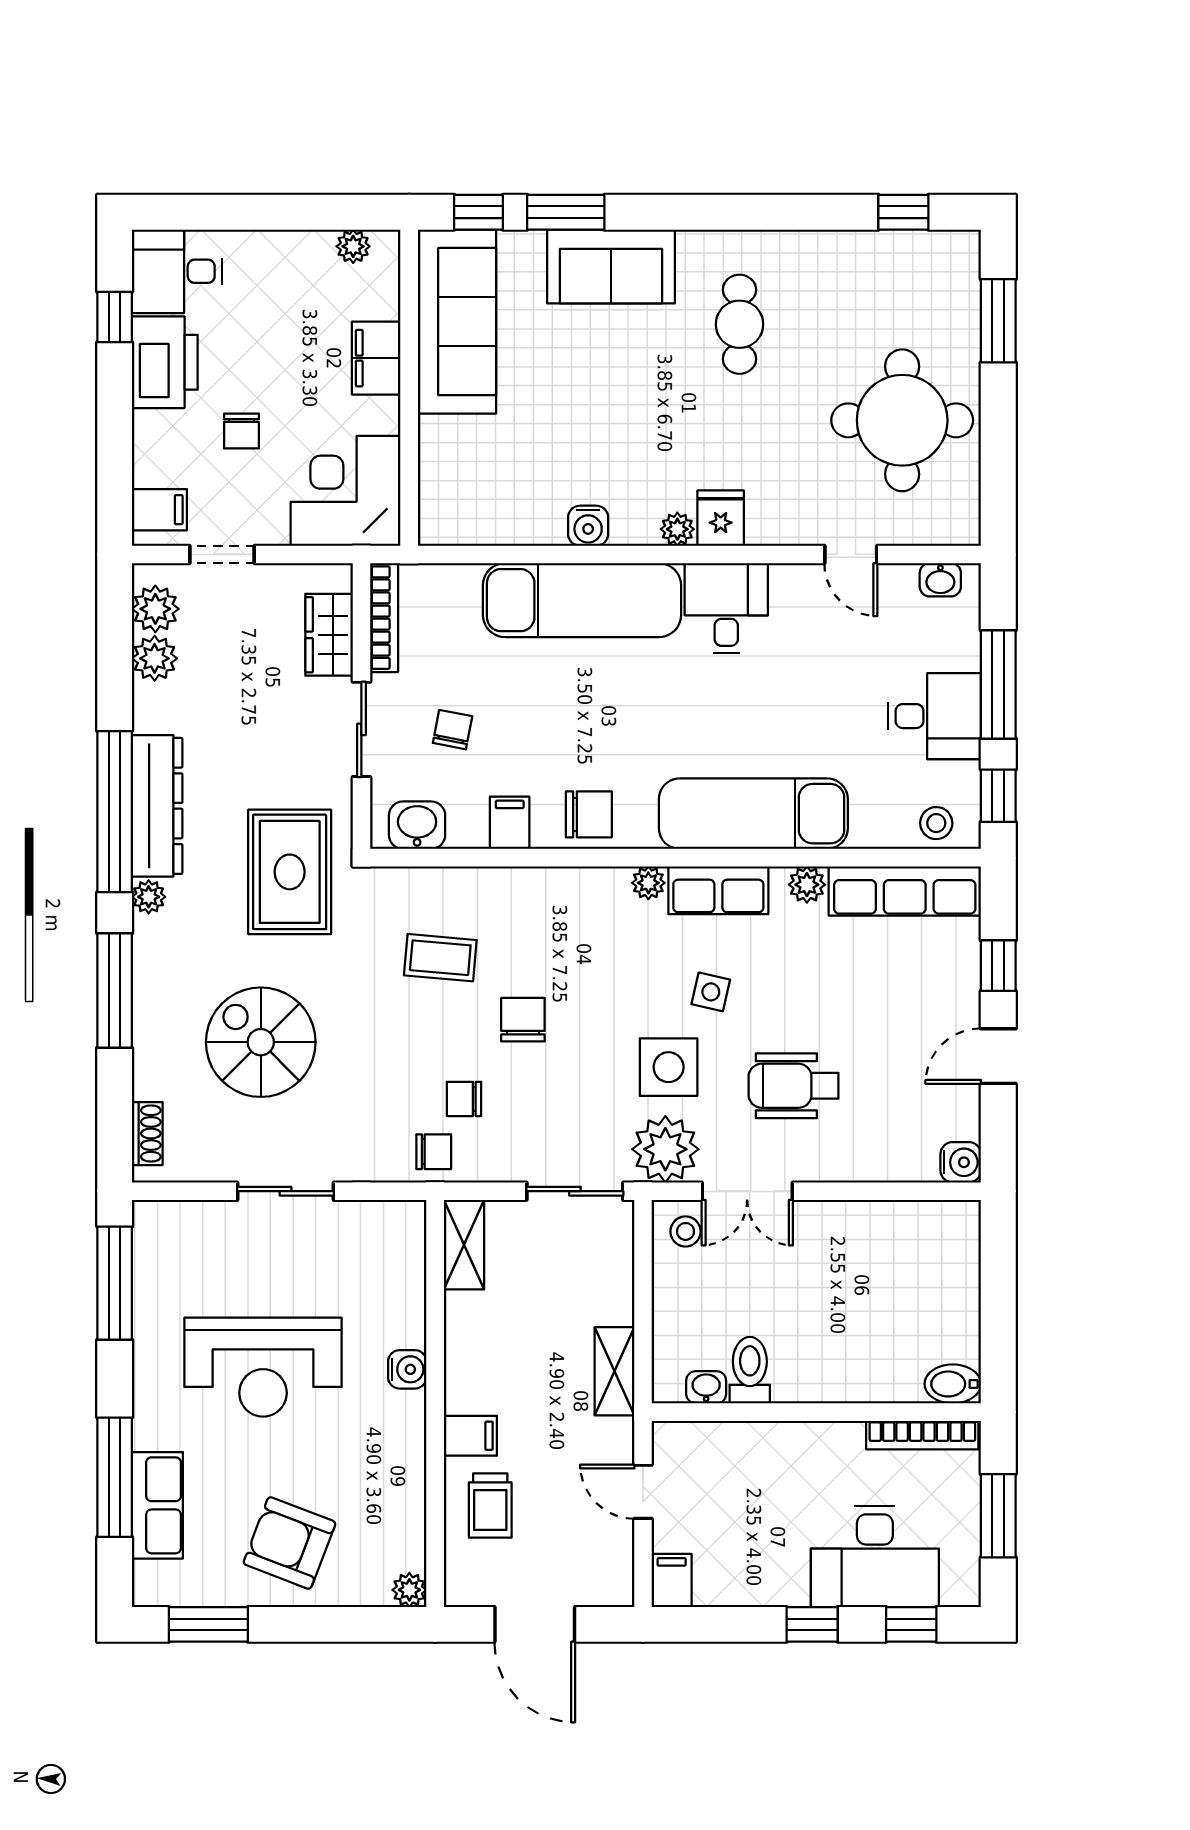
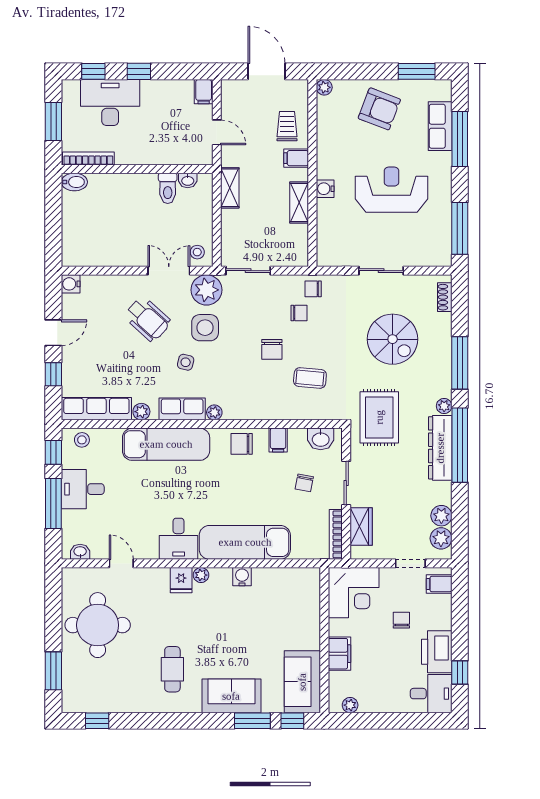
sofa: (457, 322) -> (302, 682), width x0.73
wheelchair: (794, 1086) -> (148, 319), turned 42
shelving: (464, 1245) -> (299, 202), moved

